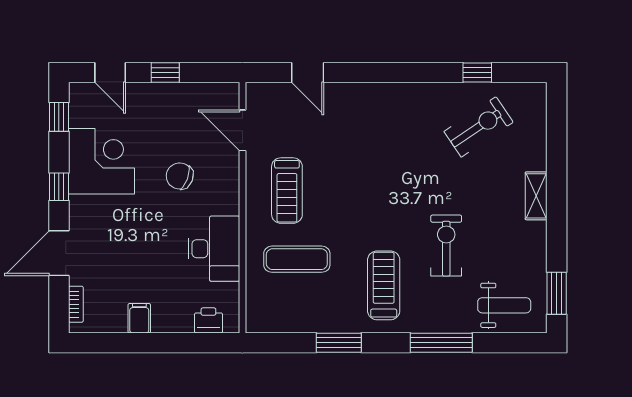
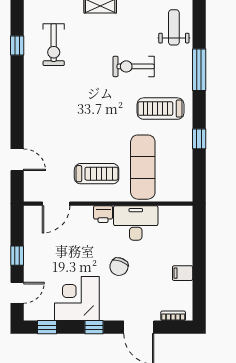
door: (308, 73) -> (17, 160), hinge flipped
exercise bike: (479, 127) -> (54, 45), turned -146
chair: (180, 176) -> (119, 267), moved
exercise mat: (297, 259) -> (143, 167), width x1.36, depth x1.45
printer: (208, 320) -> (103, 214), moved, turned -90
window: (339, 343) -> (199, 139), width x0.67

